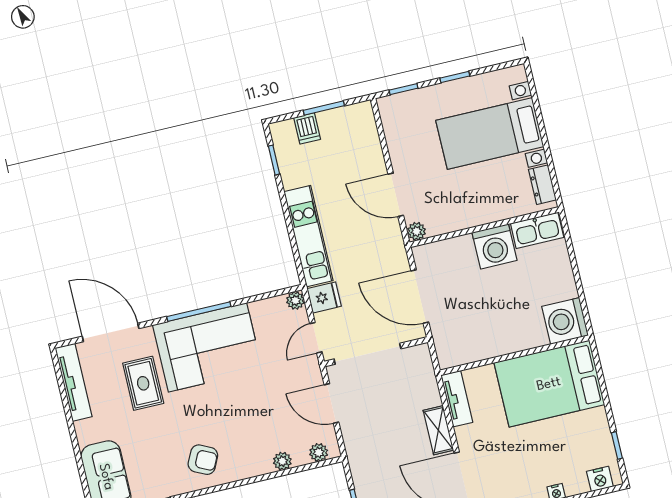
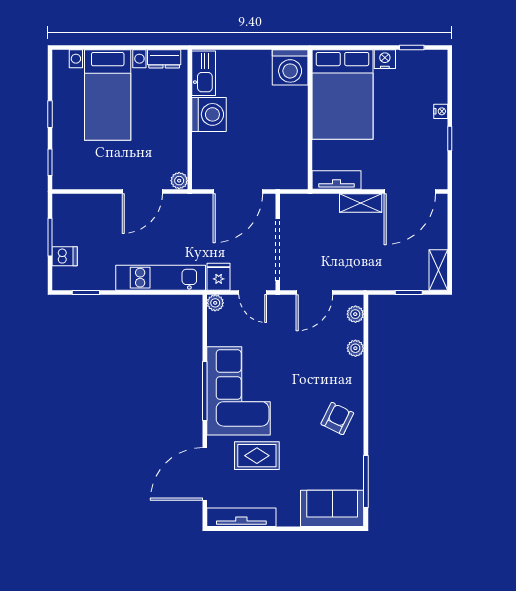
nightstand: (600, 479) -> (385, 59), moved, turned -90

